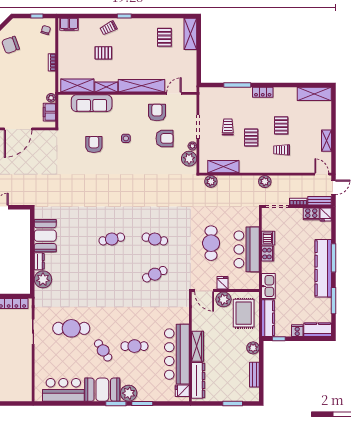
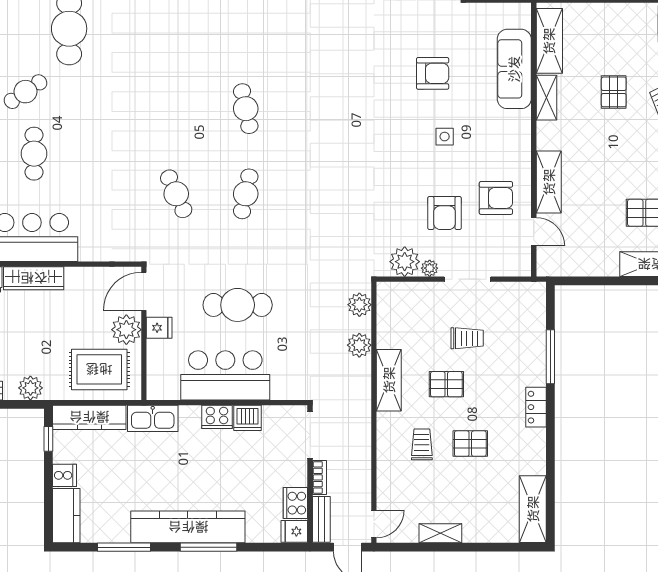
shelving: (142, 86) -> (549, 182), width x0.68
shelving: (223, 167) -> (389, 380), moved
plant: (265, 182) -> (359, 345), moved

